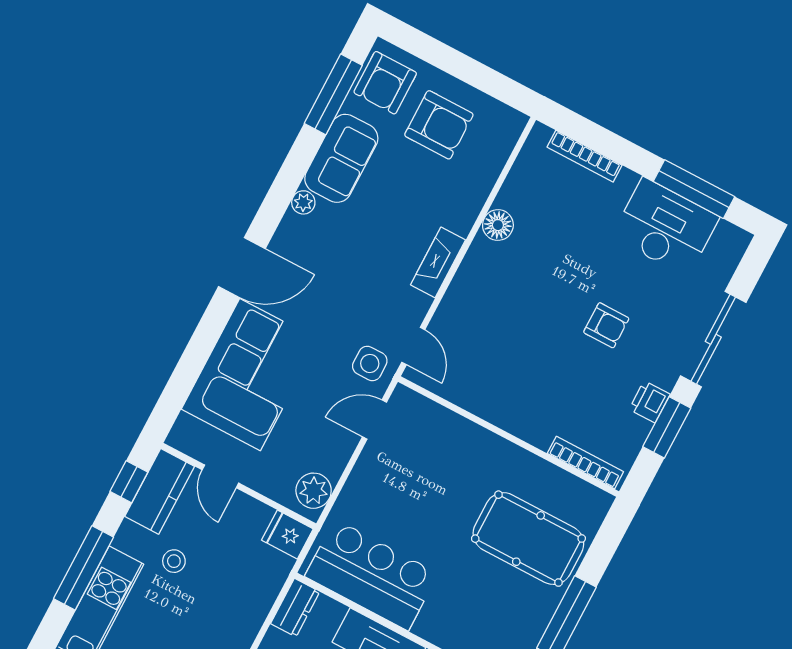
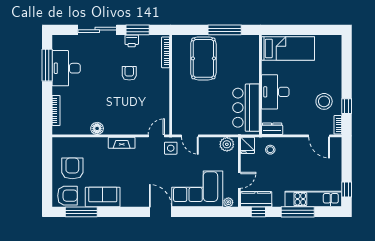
plant: (303, 202) -> (228, 202), moved
armchair: (606, 325) -> (129, 73), moved
stool: (174, 561) -> (270, 150), moved

